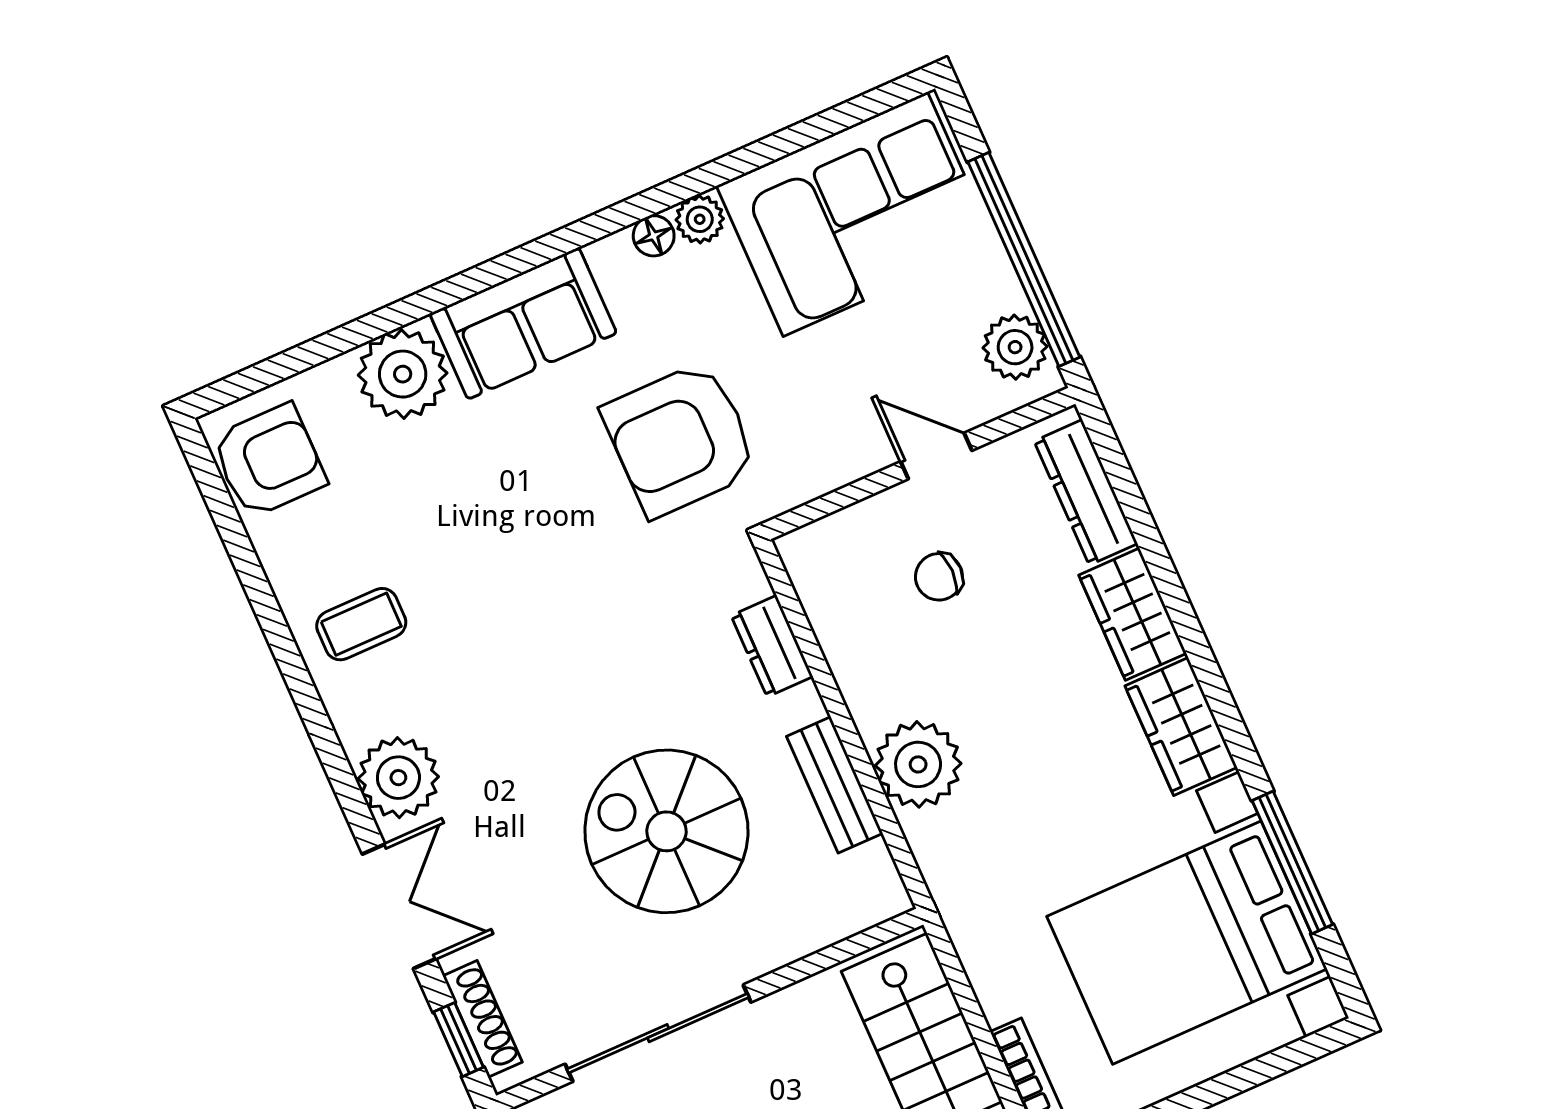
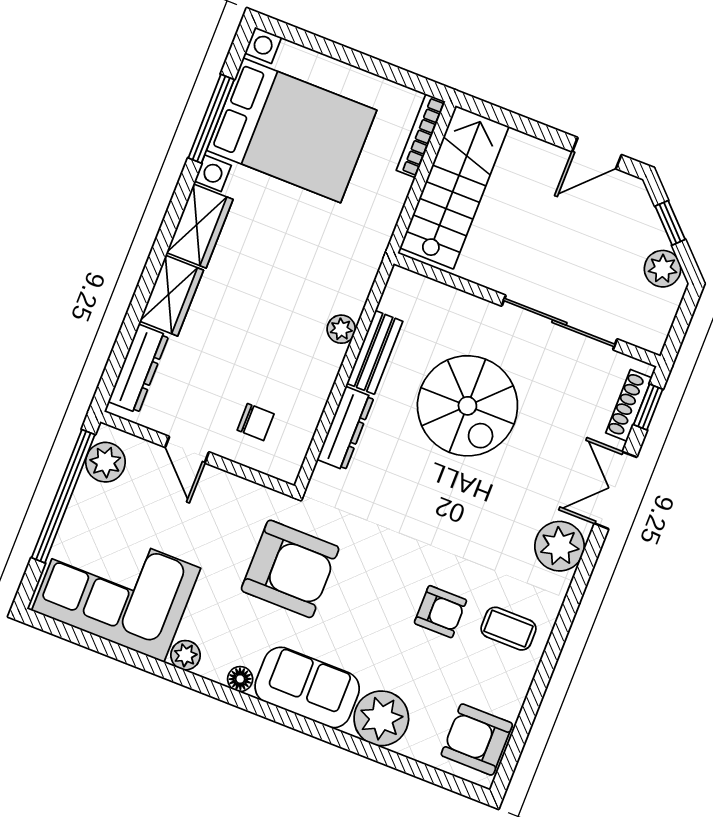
floor lamp: (654, 236) -> (240, 679), moved
armchair: (459, 565) -> (440, 612), added
chair: (939, 577) -> (256, 422), moved
dresser: (772, 646) -> (345, 428), width x1.44
plant: (918, 764) -> (341, 329), width x0.53, depth x0.53

